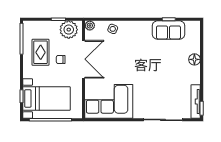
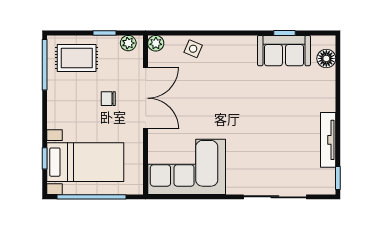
plant: (69, 30) -> (128, 43), width x0.53, depth x0.53
rug: (41, 52) -> (77, 58), moved, turned 90
floor lamp: (194, 59) -> (326, 58), moved
tv unit: (196, 102) -> (328, 140), moved

